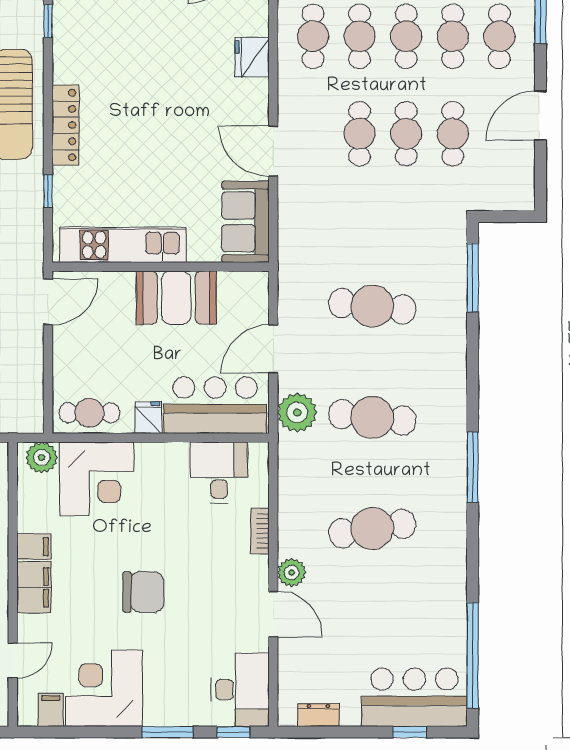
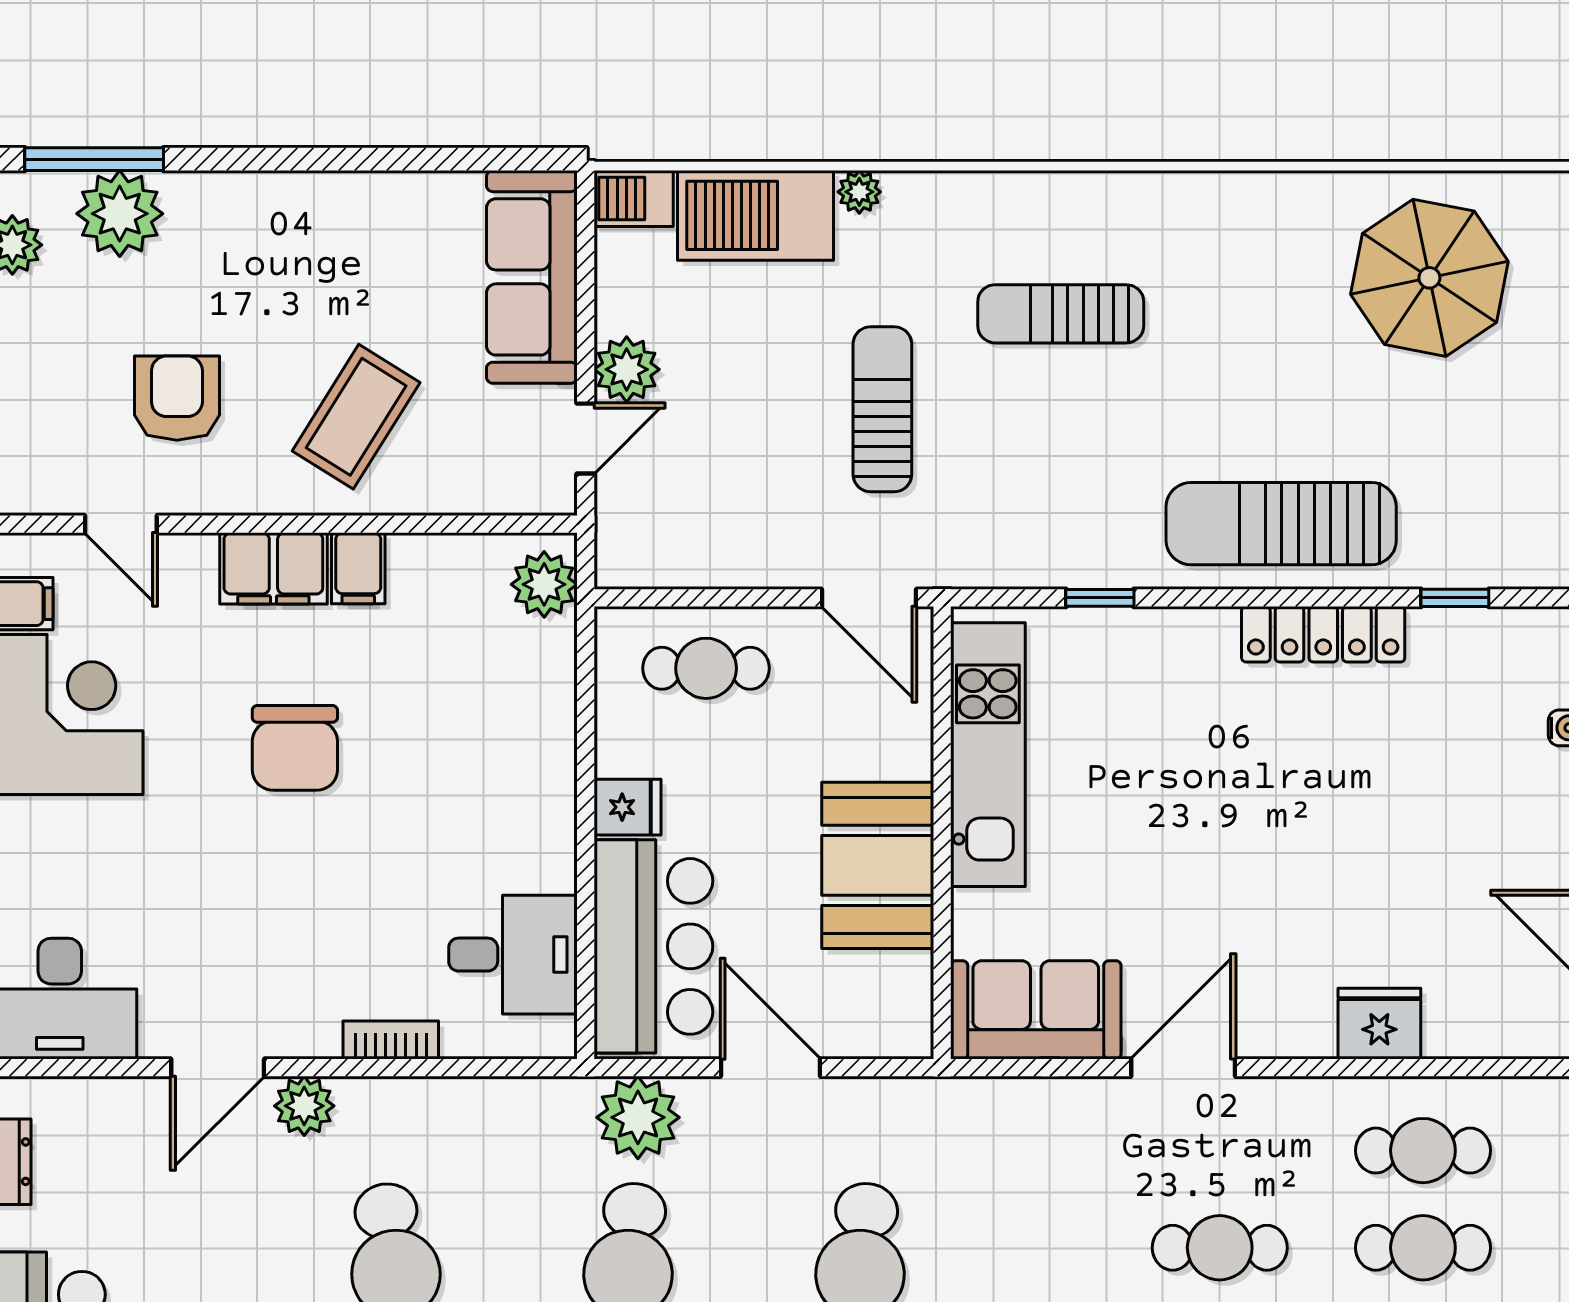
locker: (65, 125) -> (1323, 634), moved
cafe table: (89, 413) -> (706, 668), moved, turned 90
corner desk: (97, 479) -> (500, 699), removed
chair: (143, 592) -> (295, 748), moved

